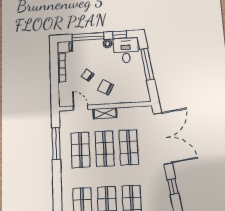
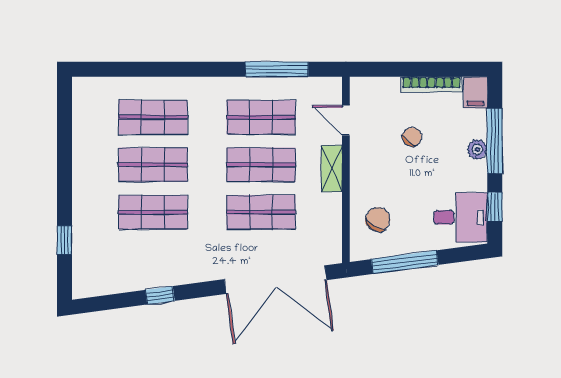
plant: (107, 44) -> (477, 149), moved
window: (147, 64) -> (405, 262), moved
chair: (106, 87) -> (378, 219), moved
door: (81, 108) -> (346, 120), swing flipped
window: (173, 187) -> (160, 295), moved

